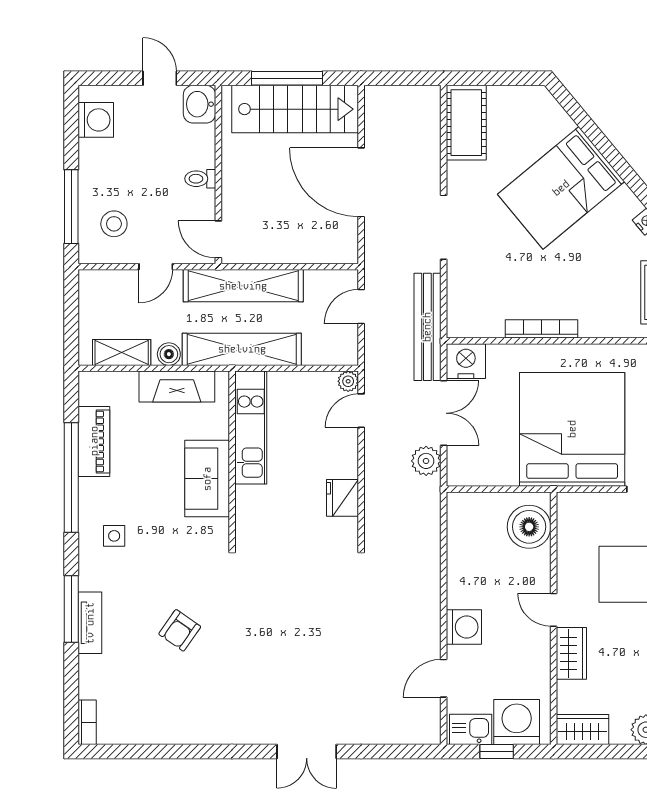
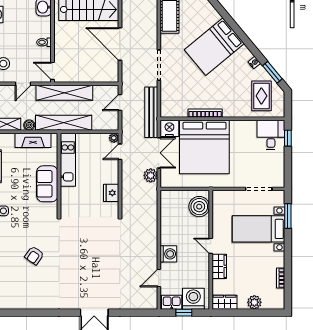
bed: (572, 429) -> (204, 147), moved, turned 180

